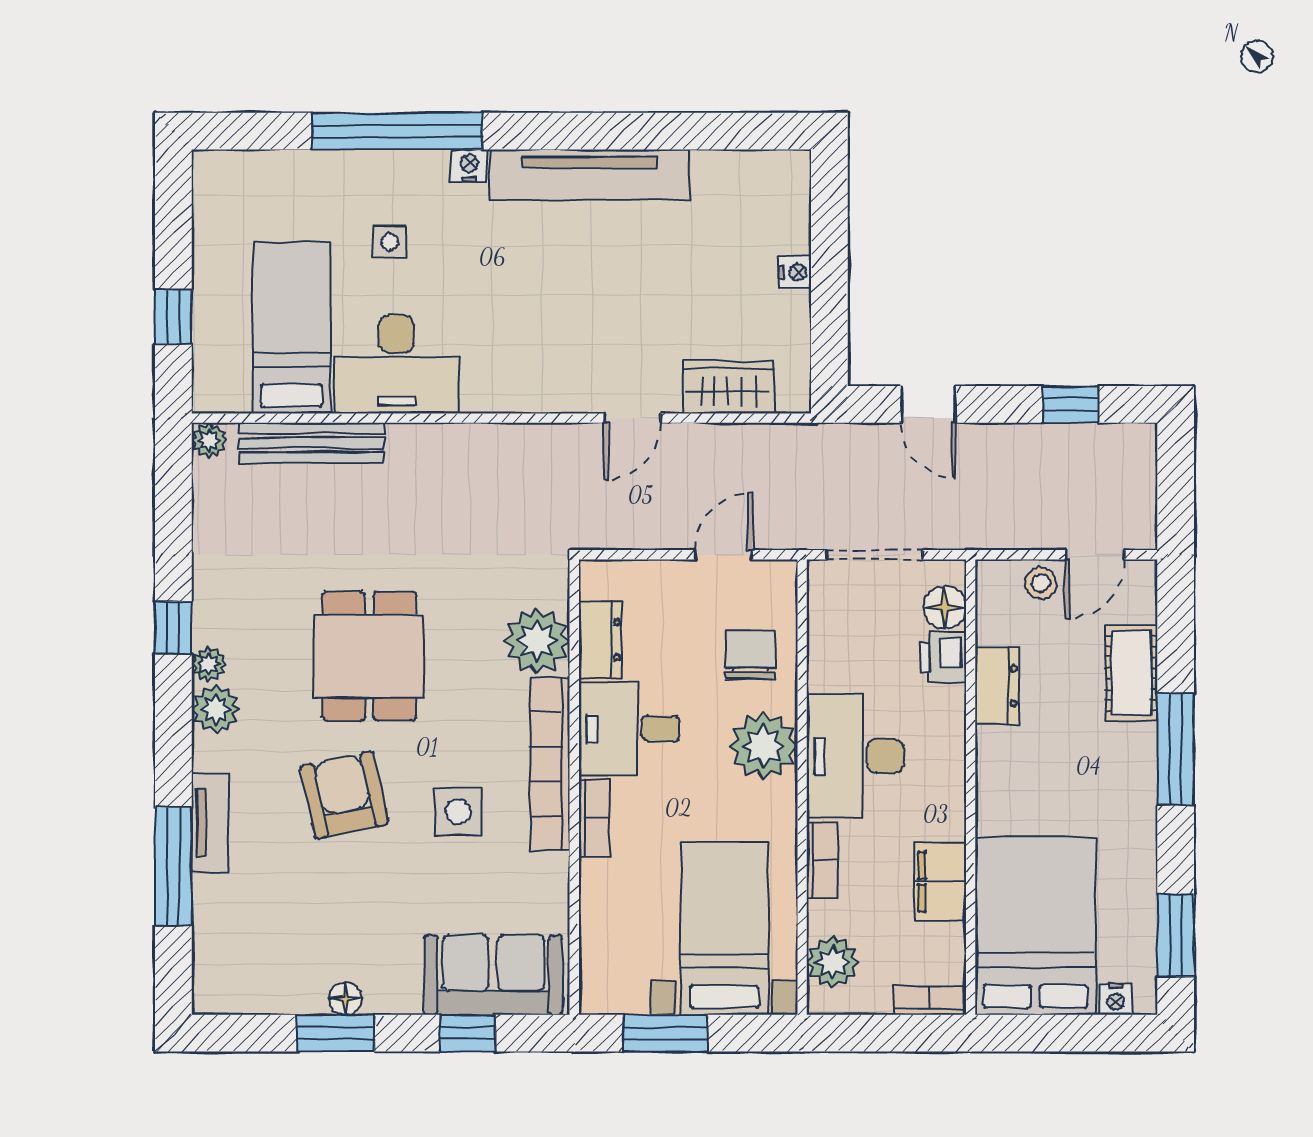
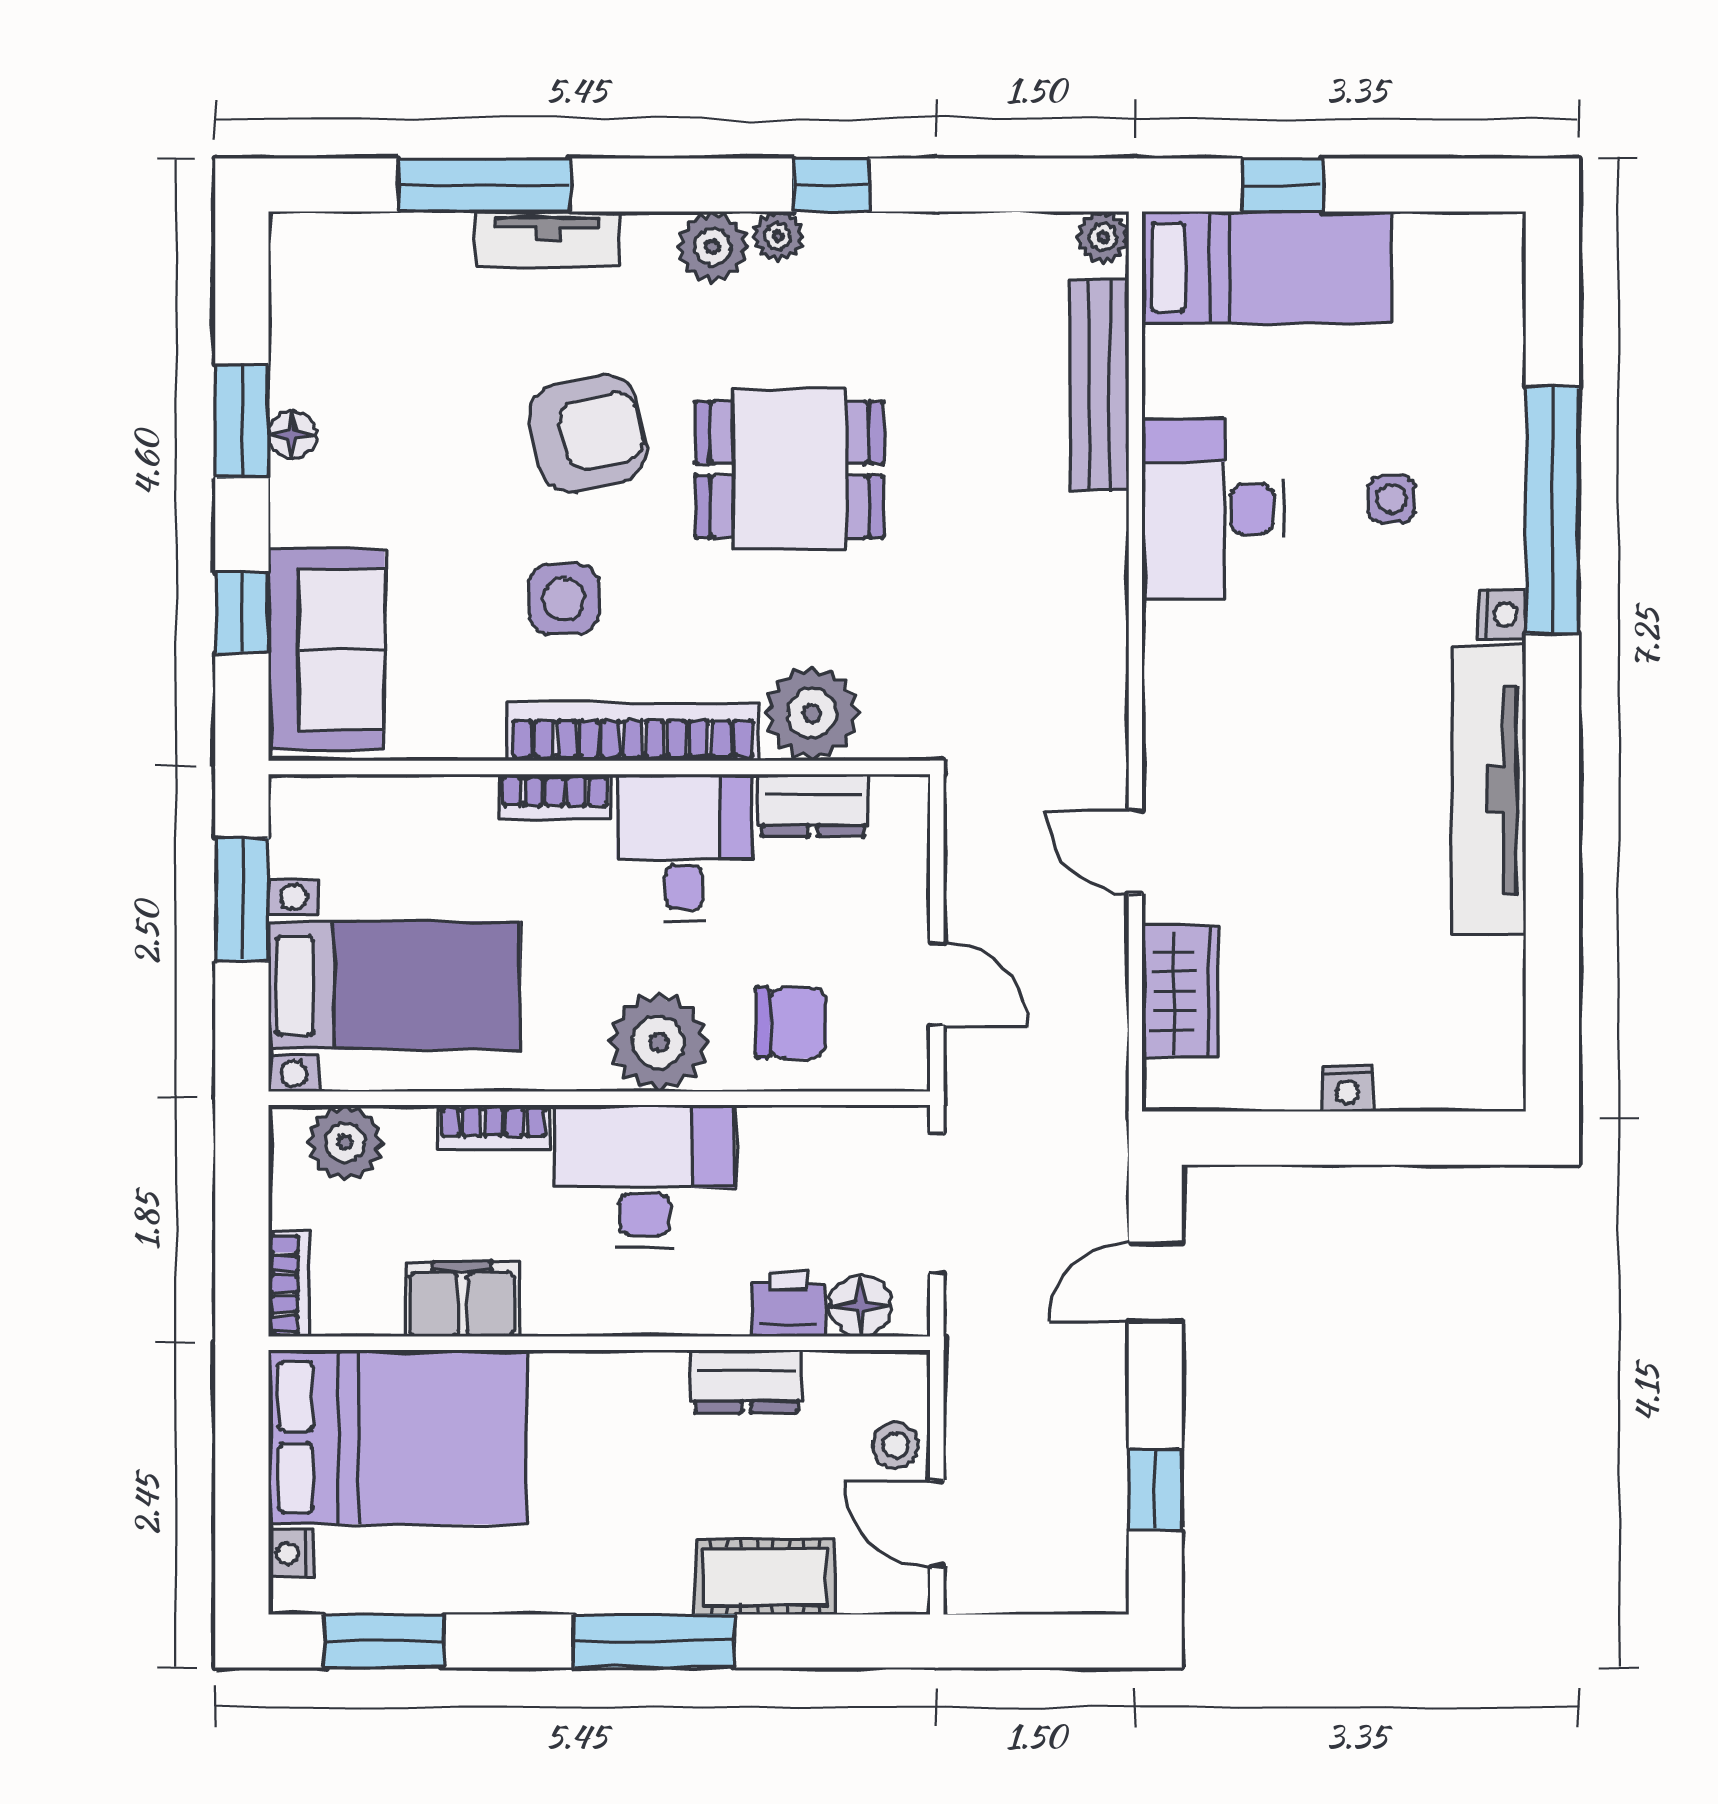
bed: (292, 328) -> (1267, 268), moved

